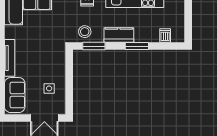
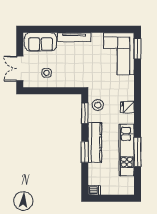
kitchen counter: (119, 35) -> (95, 142), width x1.50
dishwasher: (165, 35) -> (94, 190), moved

